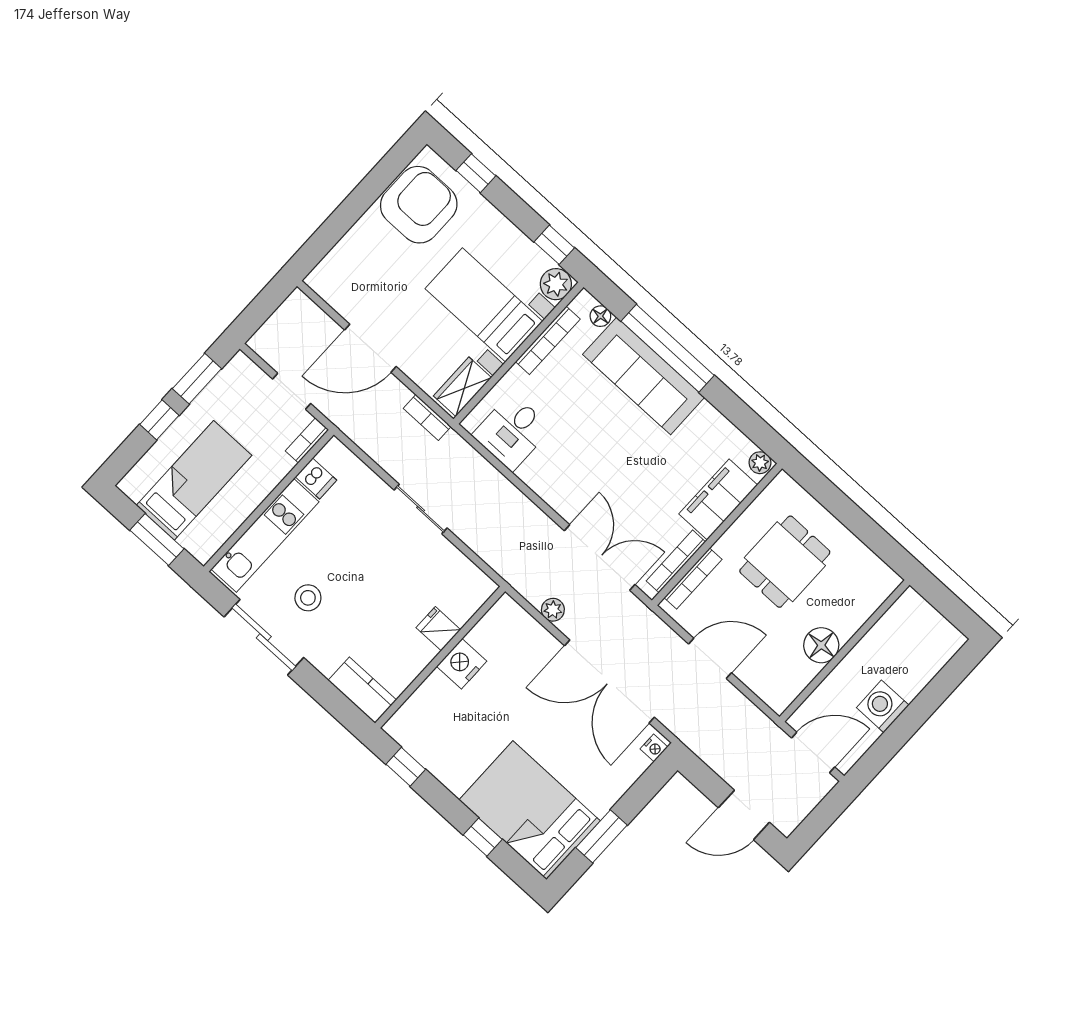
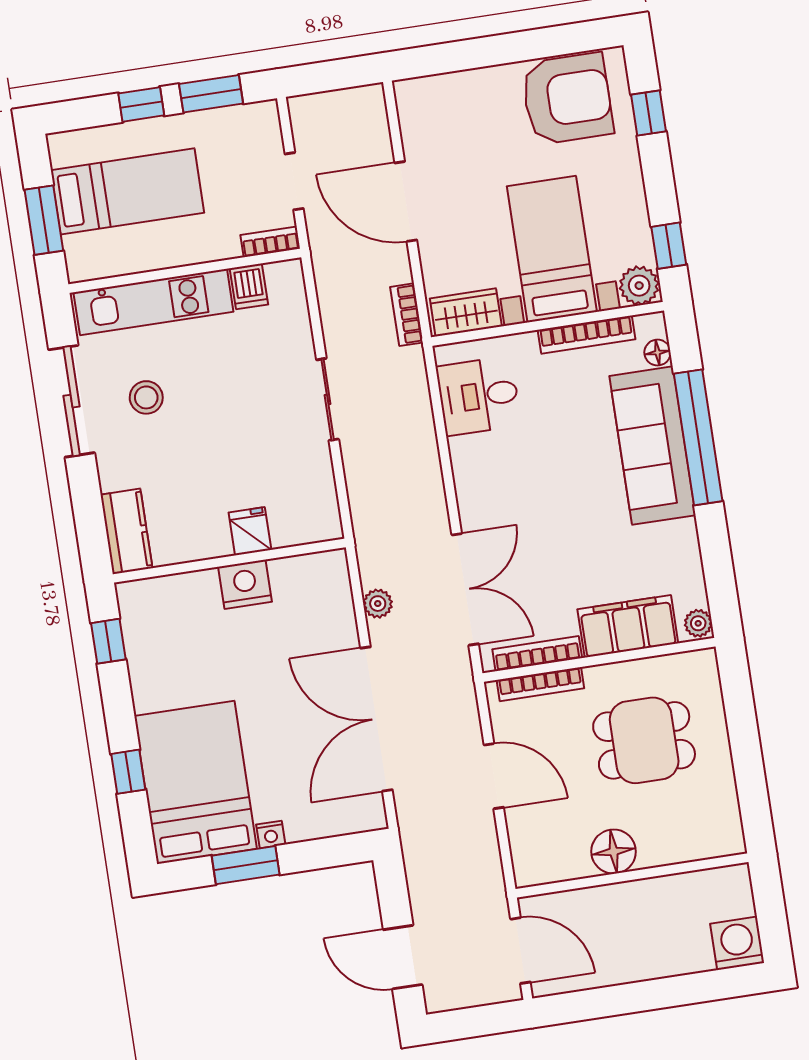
washing machine: (883, 706) -> (737, 943), moved
nightstand: (654, 748) -> (271, 834), moved

